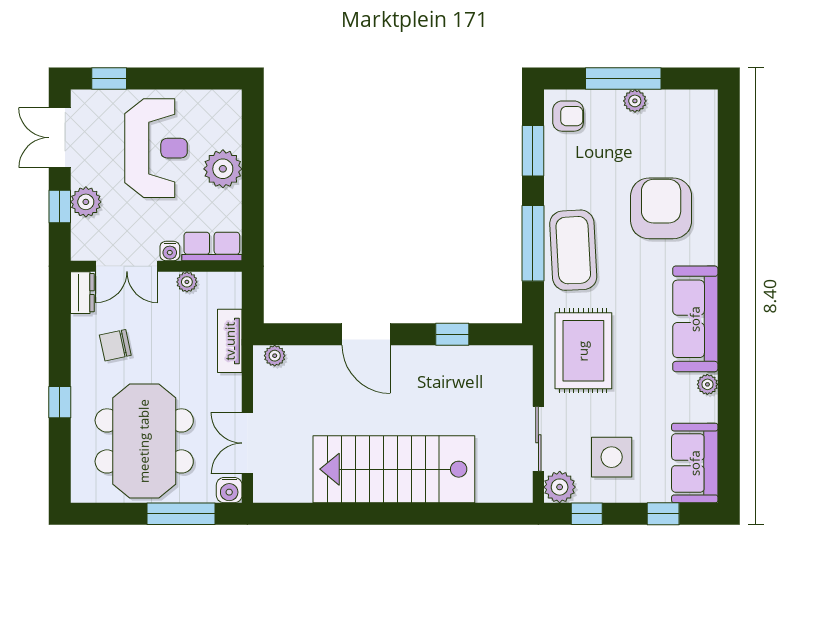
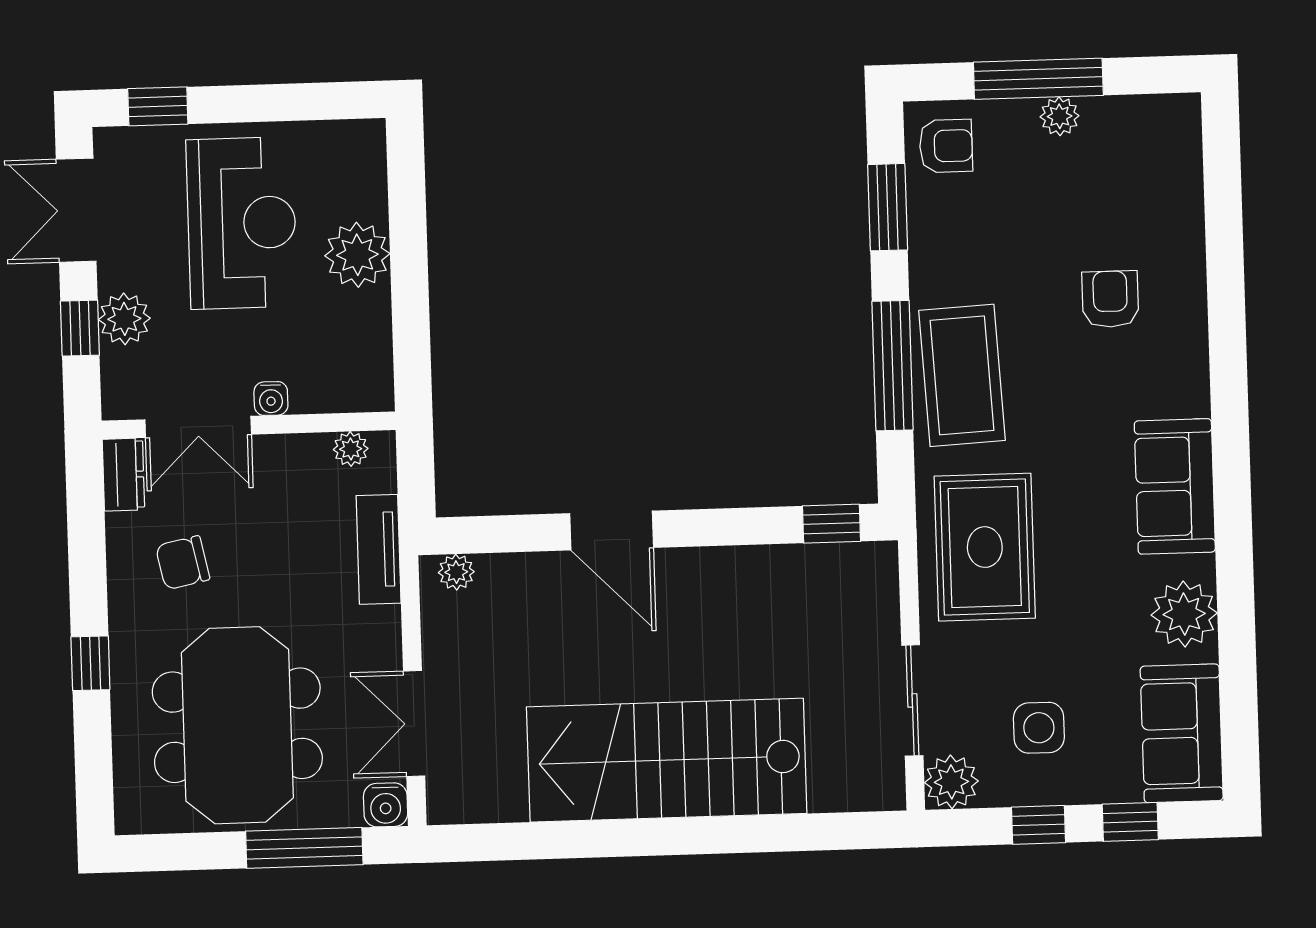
armchair: (661, 208) -> (1110, 299), width x0.53, depth x0.53
row of seats: (212, 246) -> (343, 388), removed
plant: (187, 282) -> (351, 449), moved
sofa: (695, 319) -> (1175, 486), width x0.73
window: (452, 334) -> (832, 524), moved
plant: (707, 384) -> (1184, 614), width x1.87, depth x1.87
side table: (612, 457) -> (1039, 728), width x0.73, depth x0.73
window: (587, 514) -> (1038, 825), moved

